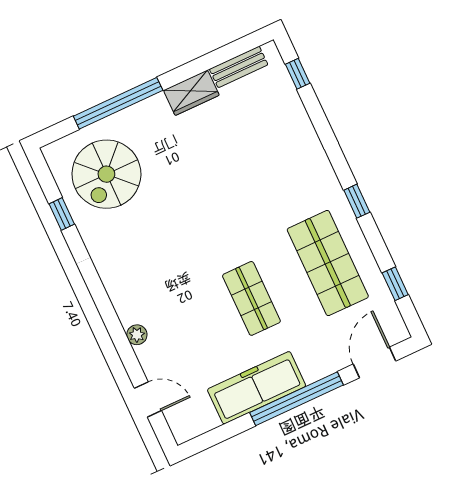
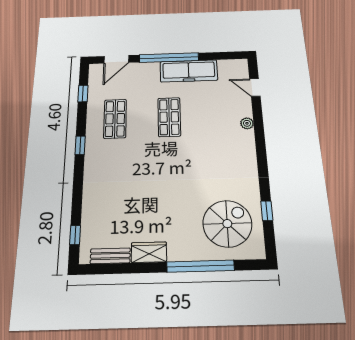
shop shelf: (328, 263) -> (115, 119), width x0.70, depth x0.74

